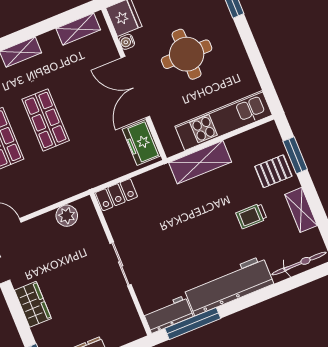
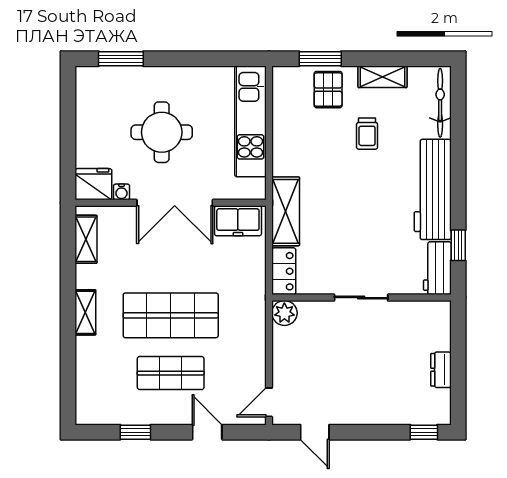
shop shelf: (46, 120) -> (171, 315), width x1.43, depth x1.36
shelving: (200, 162) -> (286, 211), moved
plant: (67, 216) -> (284, 313), moved
wardrobe: (33, 304) -> (366, 411), removed
window: (193, 323) -> (458, 245), width x0.46

